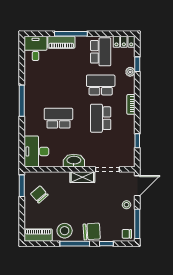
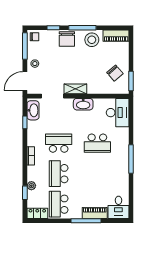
school desk: (101, 85) -> (59, 174), turned 90
school desk: (101, 118) -> (59, 143), turned -90
washbasin: (129, 154) -> (33, 110), added
chair: (92, 231) -> (67, 39), turned -86

